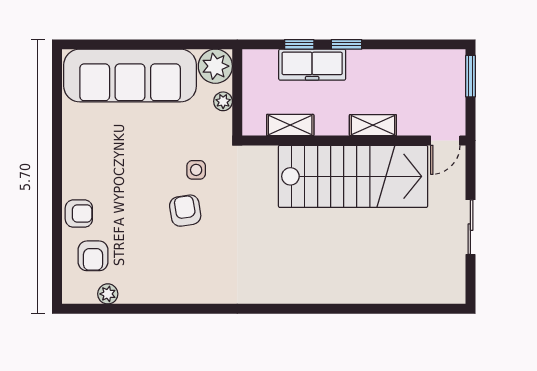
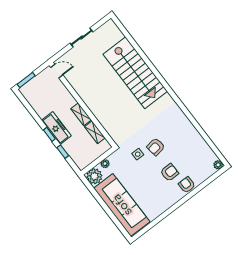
freezer: (312, 65) -> (56, 128), moved
shelving: (373, 125) -> (81, 114), moved
stairs: (353, 176) -> (135, 73), moved, turned 180
armchair: (93, 256) -> (169, 172), moved
plant: (108, 294) -> (218, 165), moved

